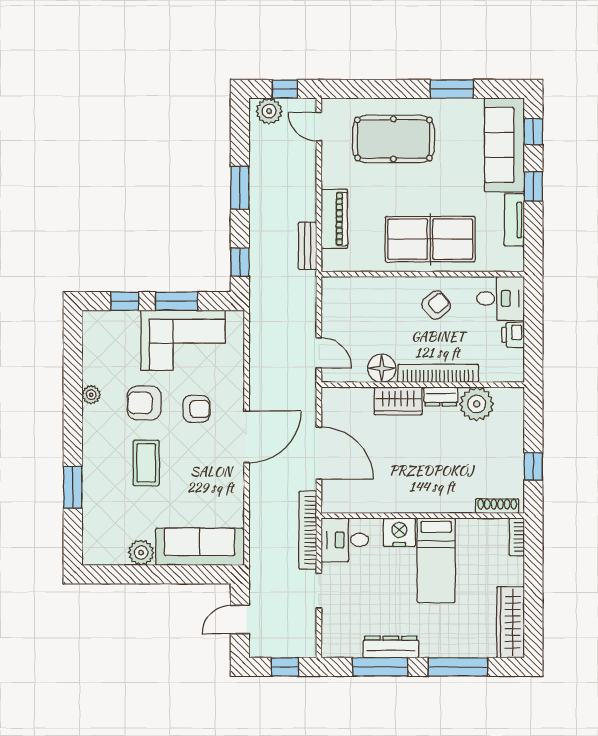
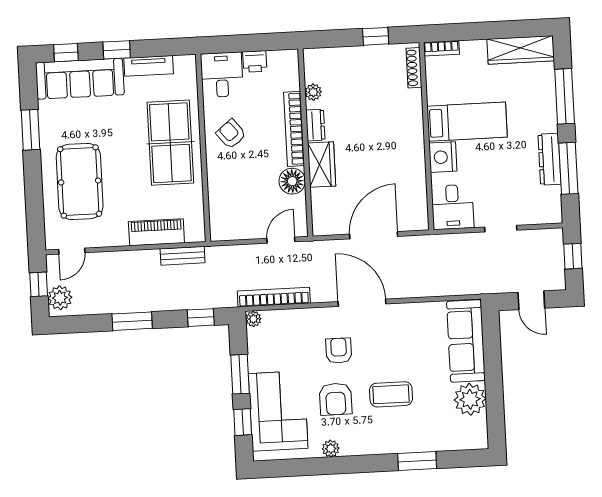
plant: (235, 319) -> (253, 319), added
corner sofa: (183, 340) -> (278, 411), moved
plant: (477, 404) -> (313, 92), width x0.53, depth x0.53
bookcase: (308, 530) -> (274, 297), moved, turned 180
plant: (141, 553) -> (470, 399), width x1.36, depth x1.36

